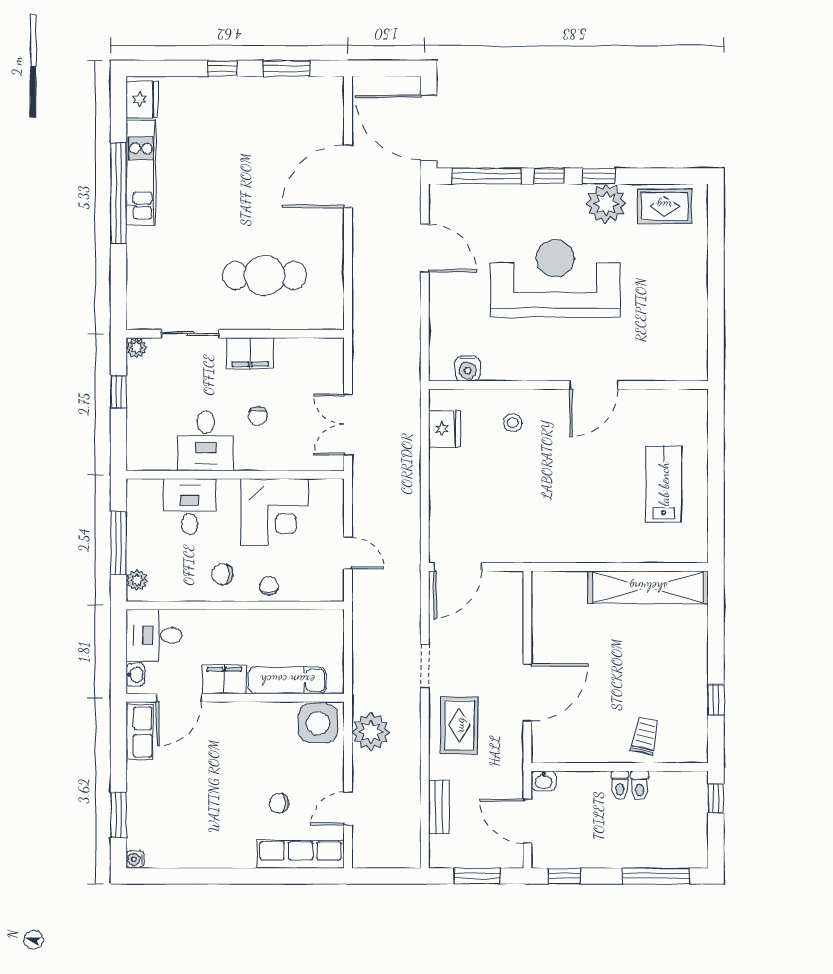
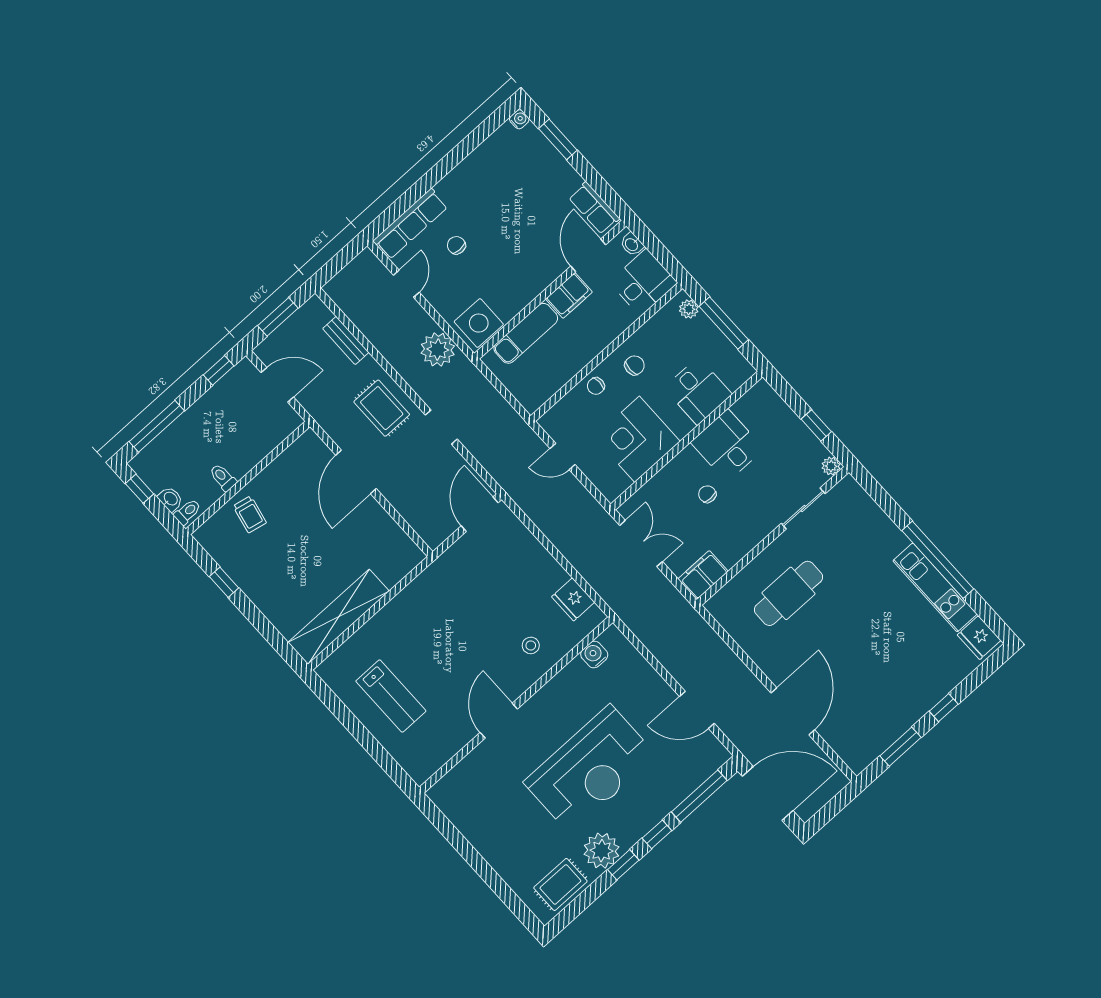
filing cabinet: (250, 353) -> (703, 575), moved
chair: (269, 586) -> (596, 386), turned 90
washbasin: (543, 781) -> (170, 499), moved, turned 90
toilet: (620, 785) -> (187, 512), moved, turned 90
window: (716, 798) -> (139, 489), moved
chair: (279, 803) -> (456, 245), turned -90

